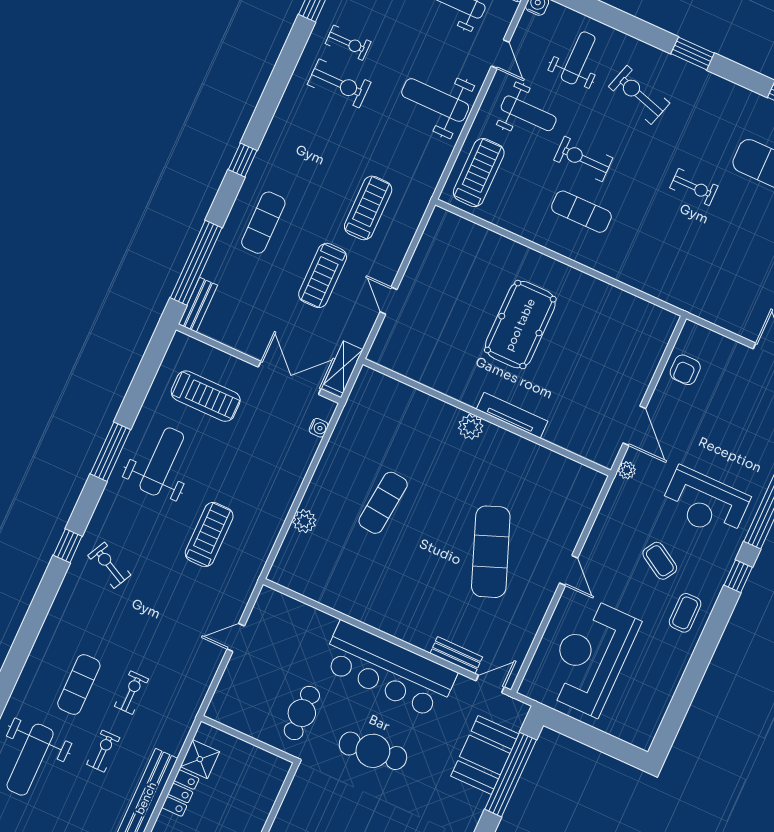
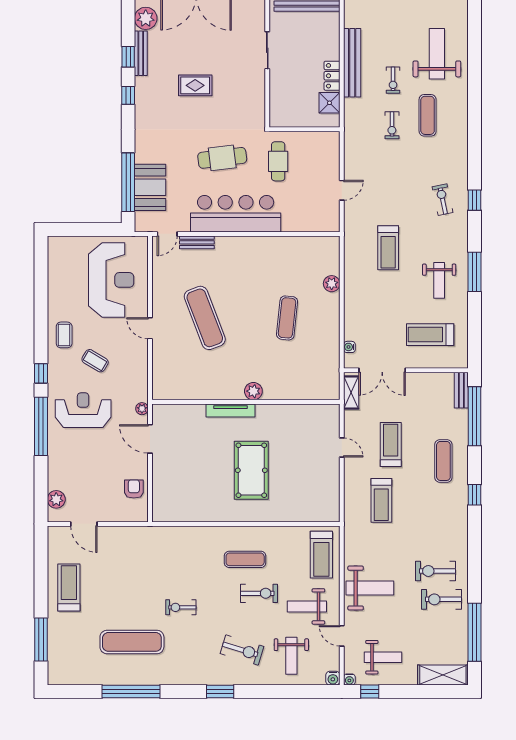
exercise bike: (348, 43) -> (441, 599), width x1.38, depth x1.39
weight bench: (162, 461) -> (439, 280), width x0.73, depth x0.75
exercise bike: (109, 565) -> (443, 200), turned -129

